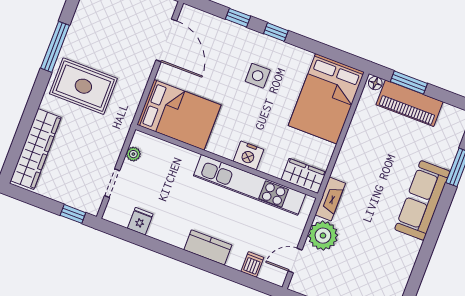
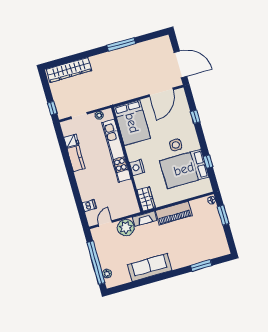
window: (276, 32) -> (208, 162), moved
rug: (83, 86) -> (113, 70), removed
bed: (326, 99) -> (184, 169), moved
piano: (409, 103) -> (174, 213), moved, turned -90
kitchen unit: (250, 185) -> (116, 151), moved
sofa: (422, 200) -> (150, 267), moved
kitchen counter: (208, 247) -> (76, 158), moved
door: (295, 261) -> (105, 223), hinge flipped

